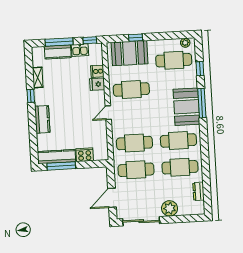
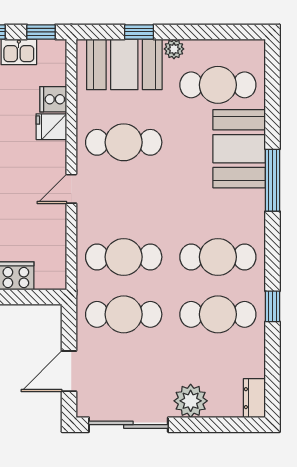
plant: (185, 43) -> (174, 49), moved
window: (200, 69) -> (273, 306), moved
booth: (186, 107) -> (239, 149), moved
dresser: (198, 191) -> (254, 398), moved

